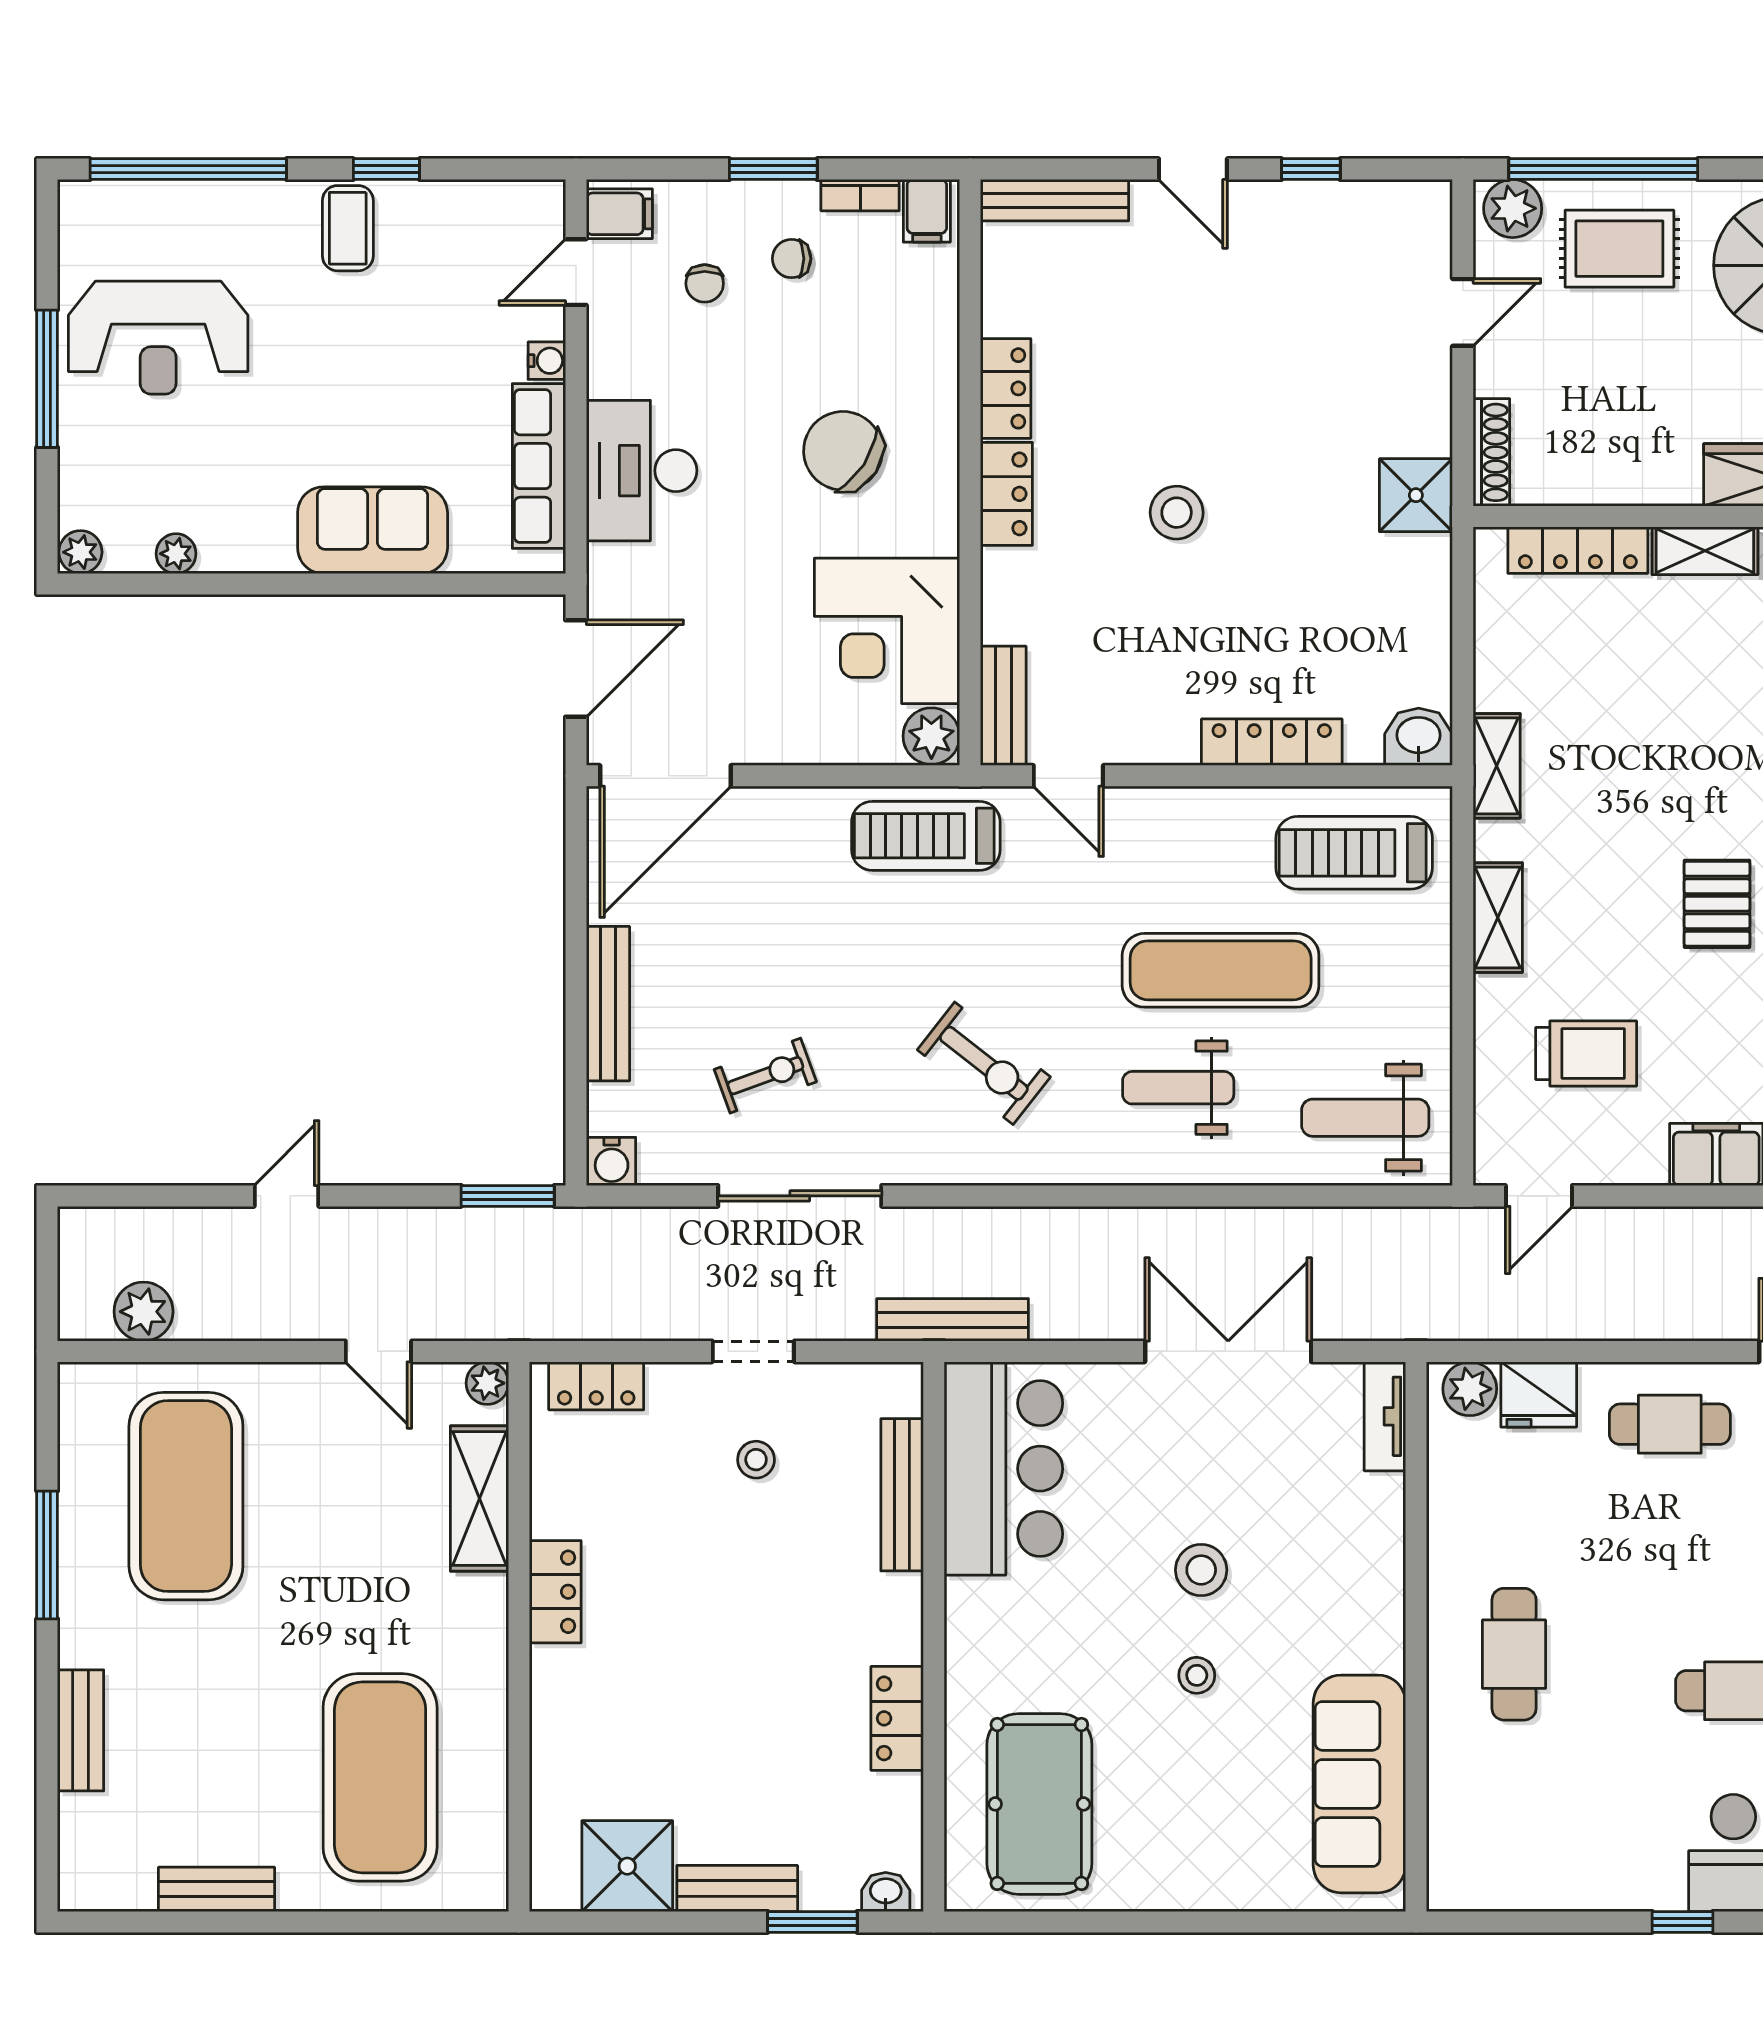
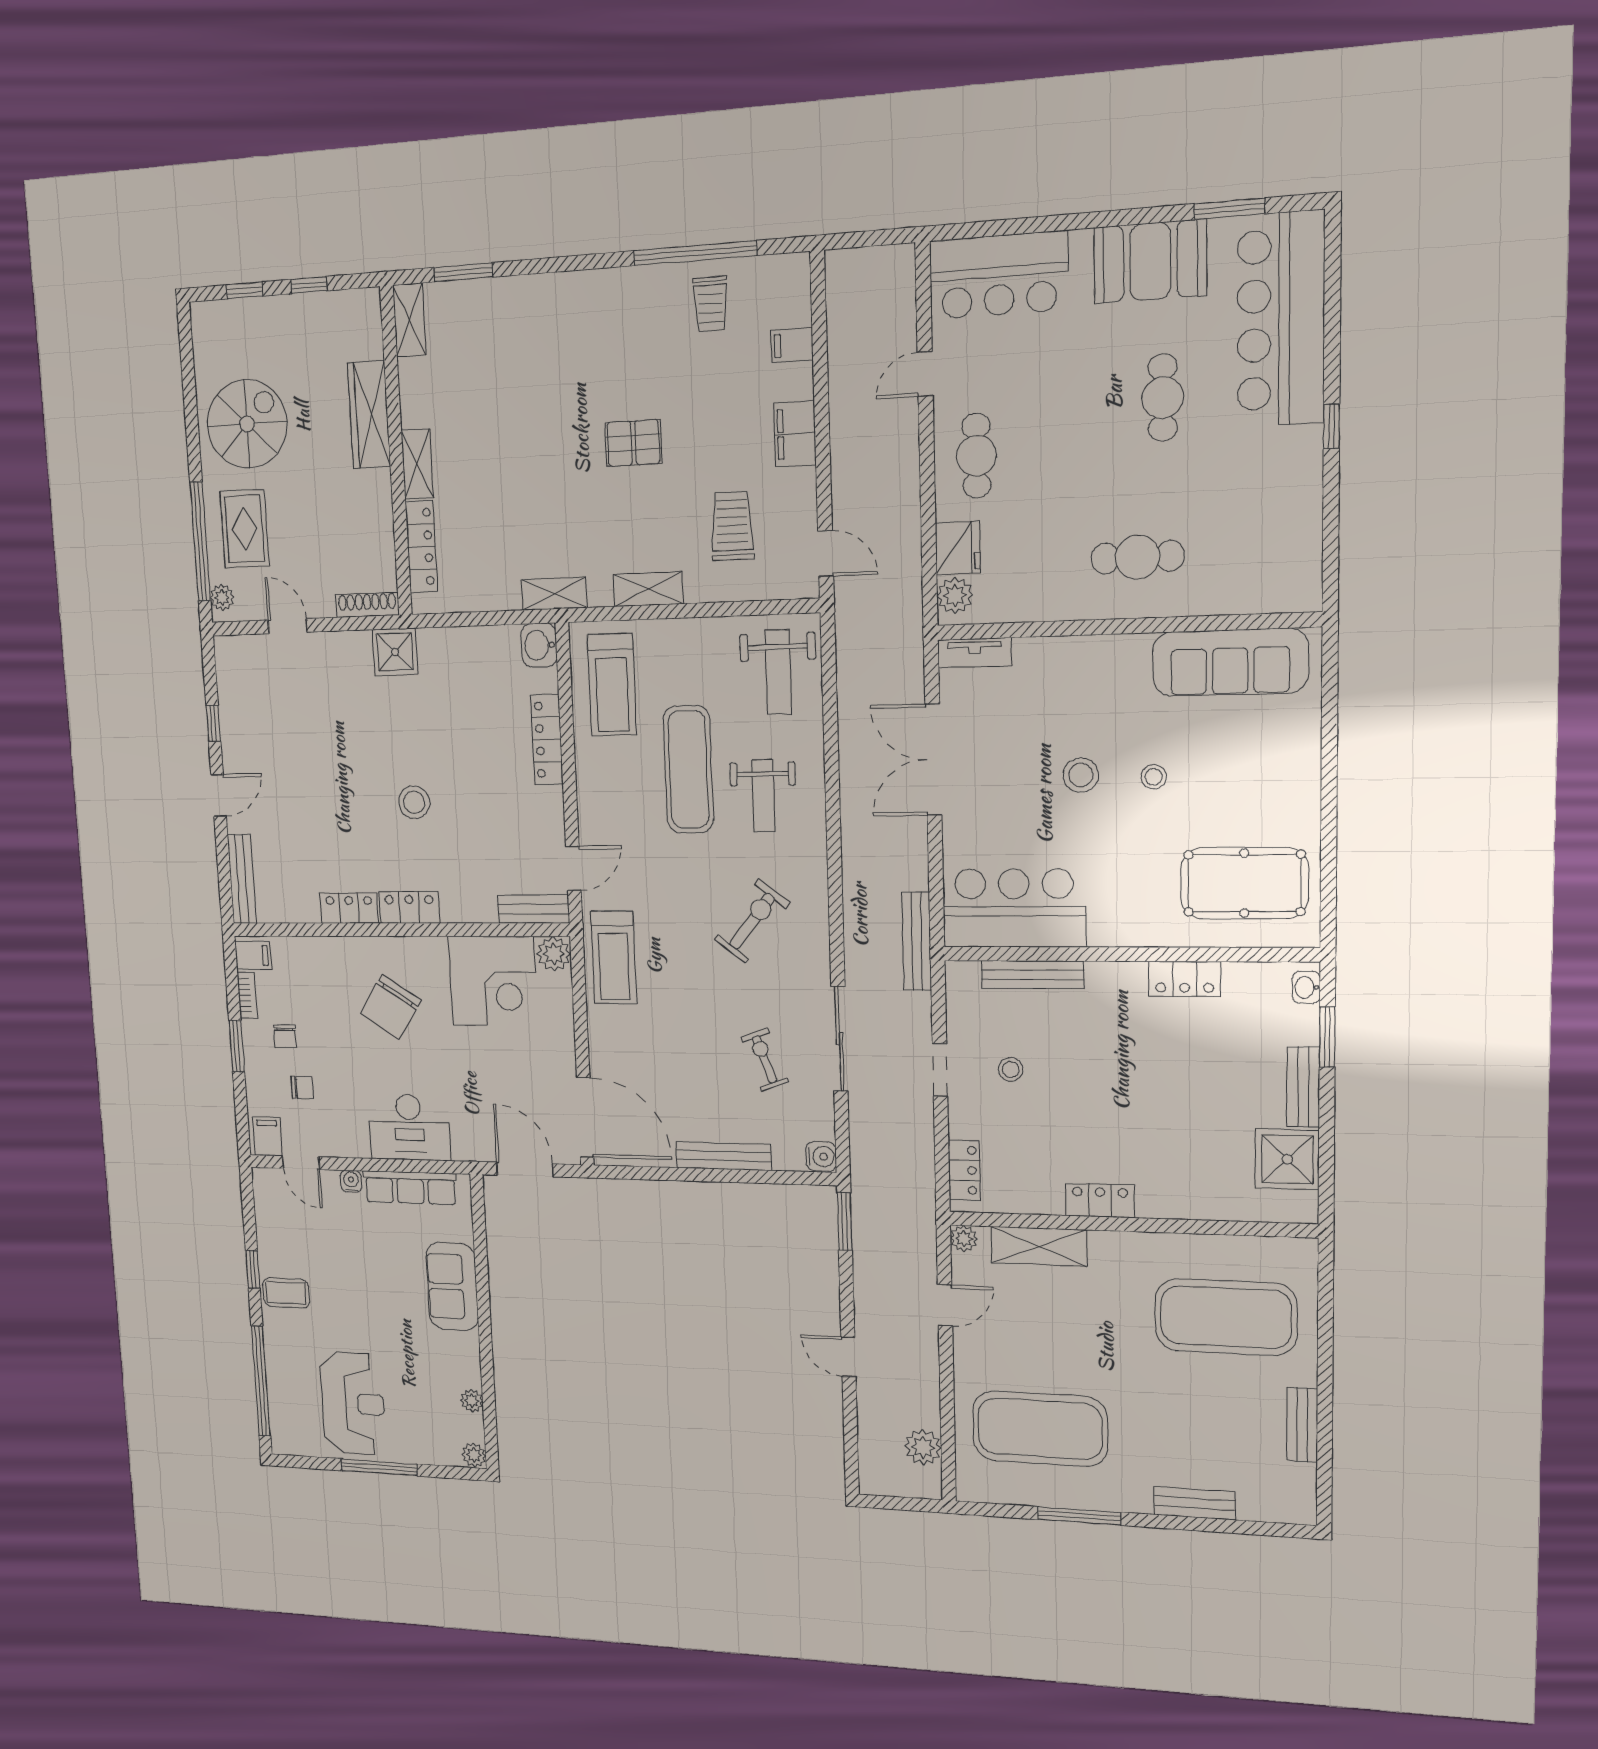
plant: (1513, 208) -> (222, 597), width x0.73, depth x0.73

